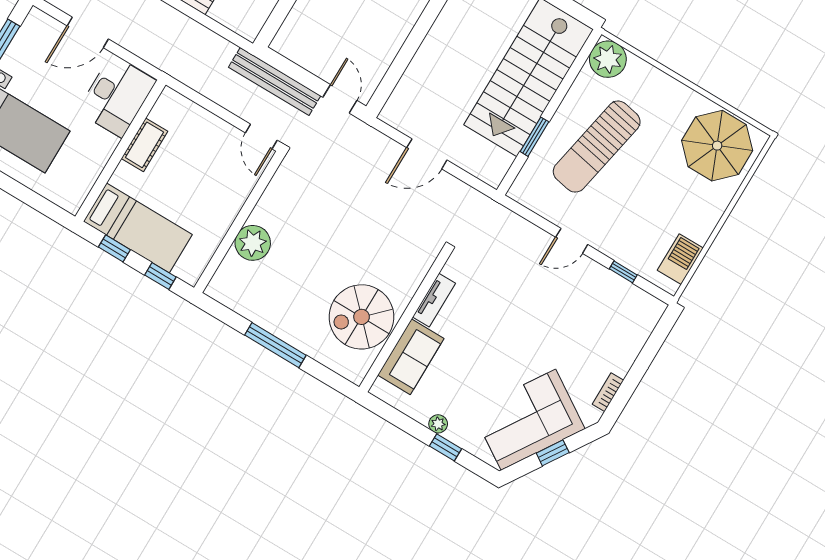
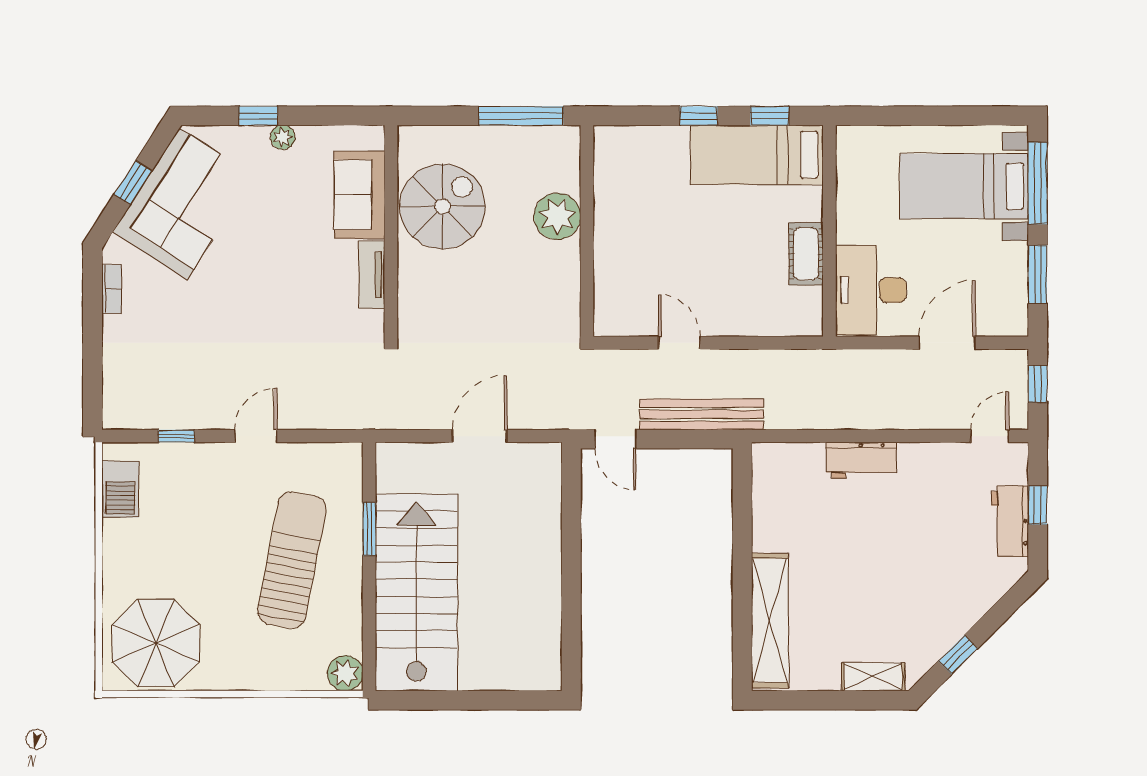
plant: (608, 59) -> (345, 673), width x0.73, depth x0.73
wall: (239, 222) -> (587, 231), moved
plant: (253, 243) -> (557, 216), moved

